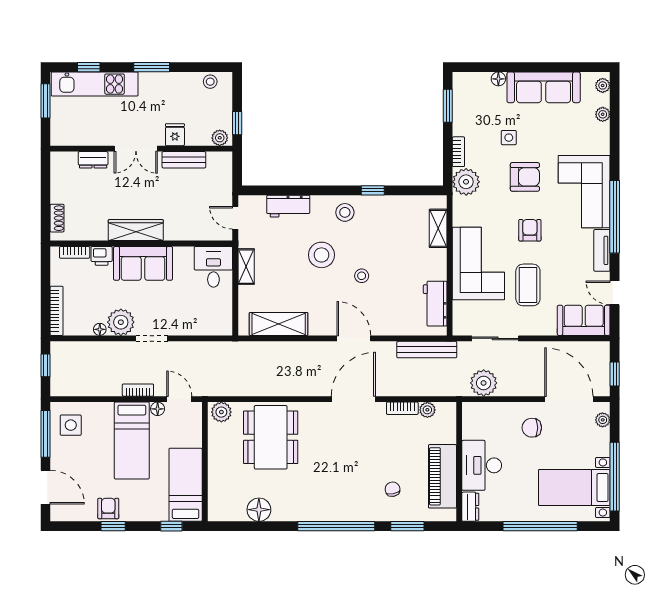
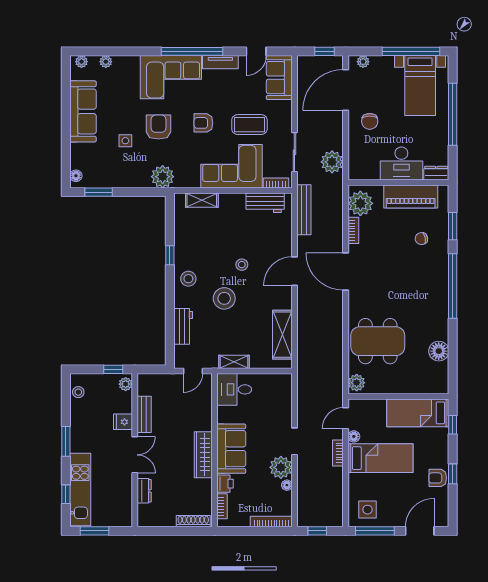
floor lamp: (498, 79) -> (76, 176), moved
bookcase: (458, 152) -> (276, 183), moved
shoe rack: (57, 218) -> (193, 521), width x1.43
plant: (427, 410) -> (360, 203), width x1.88, depth x1.88

